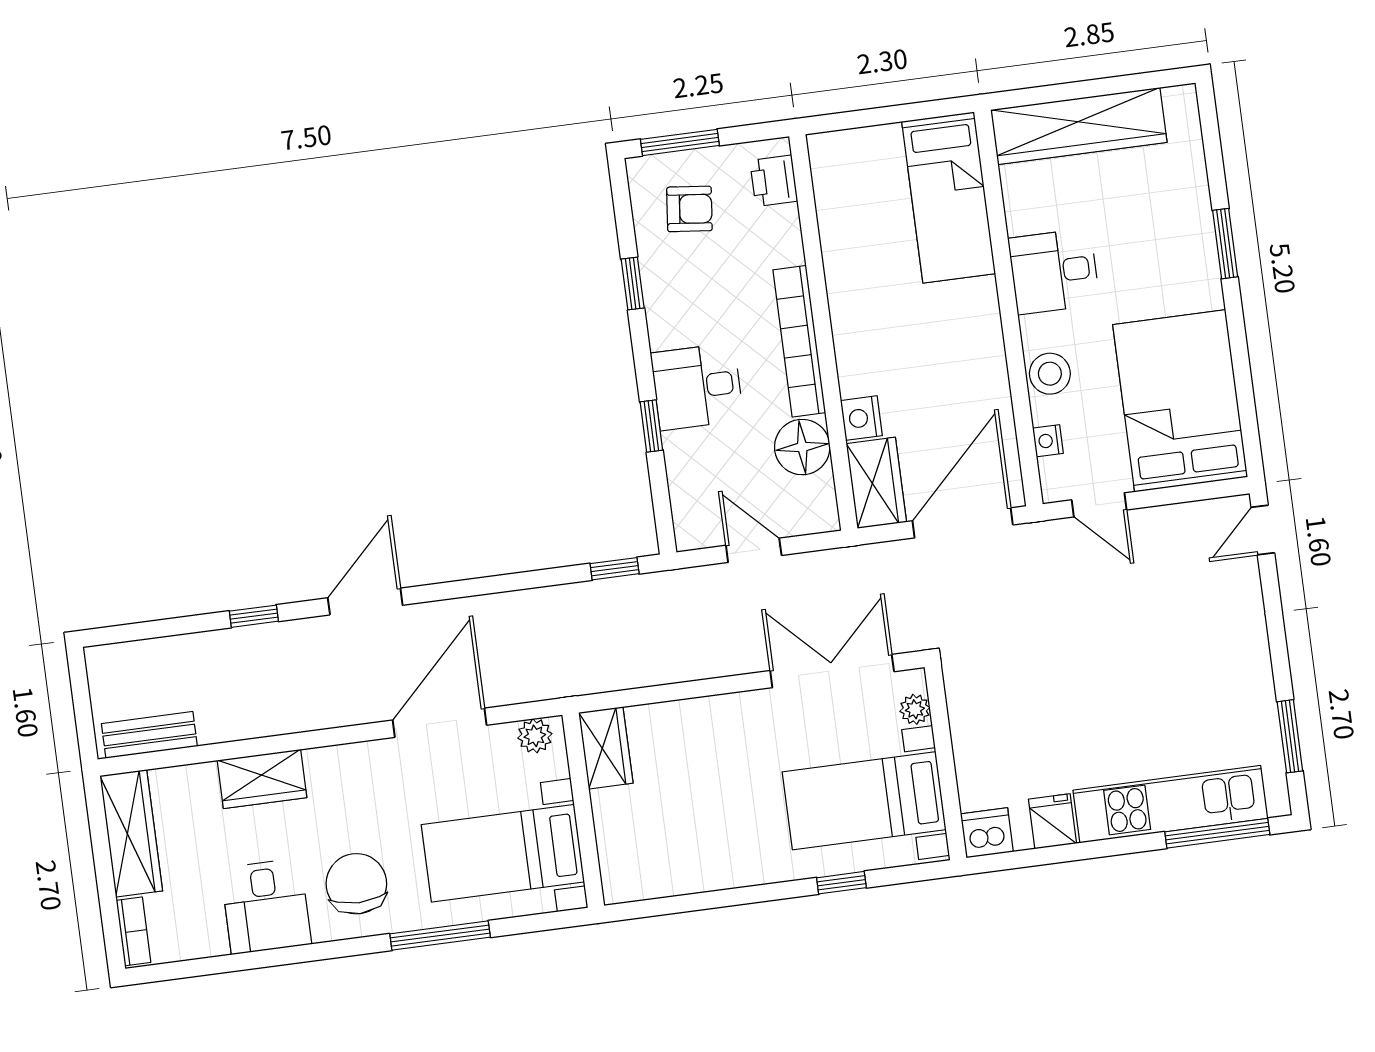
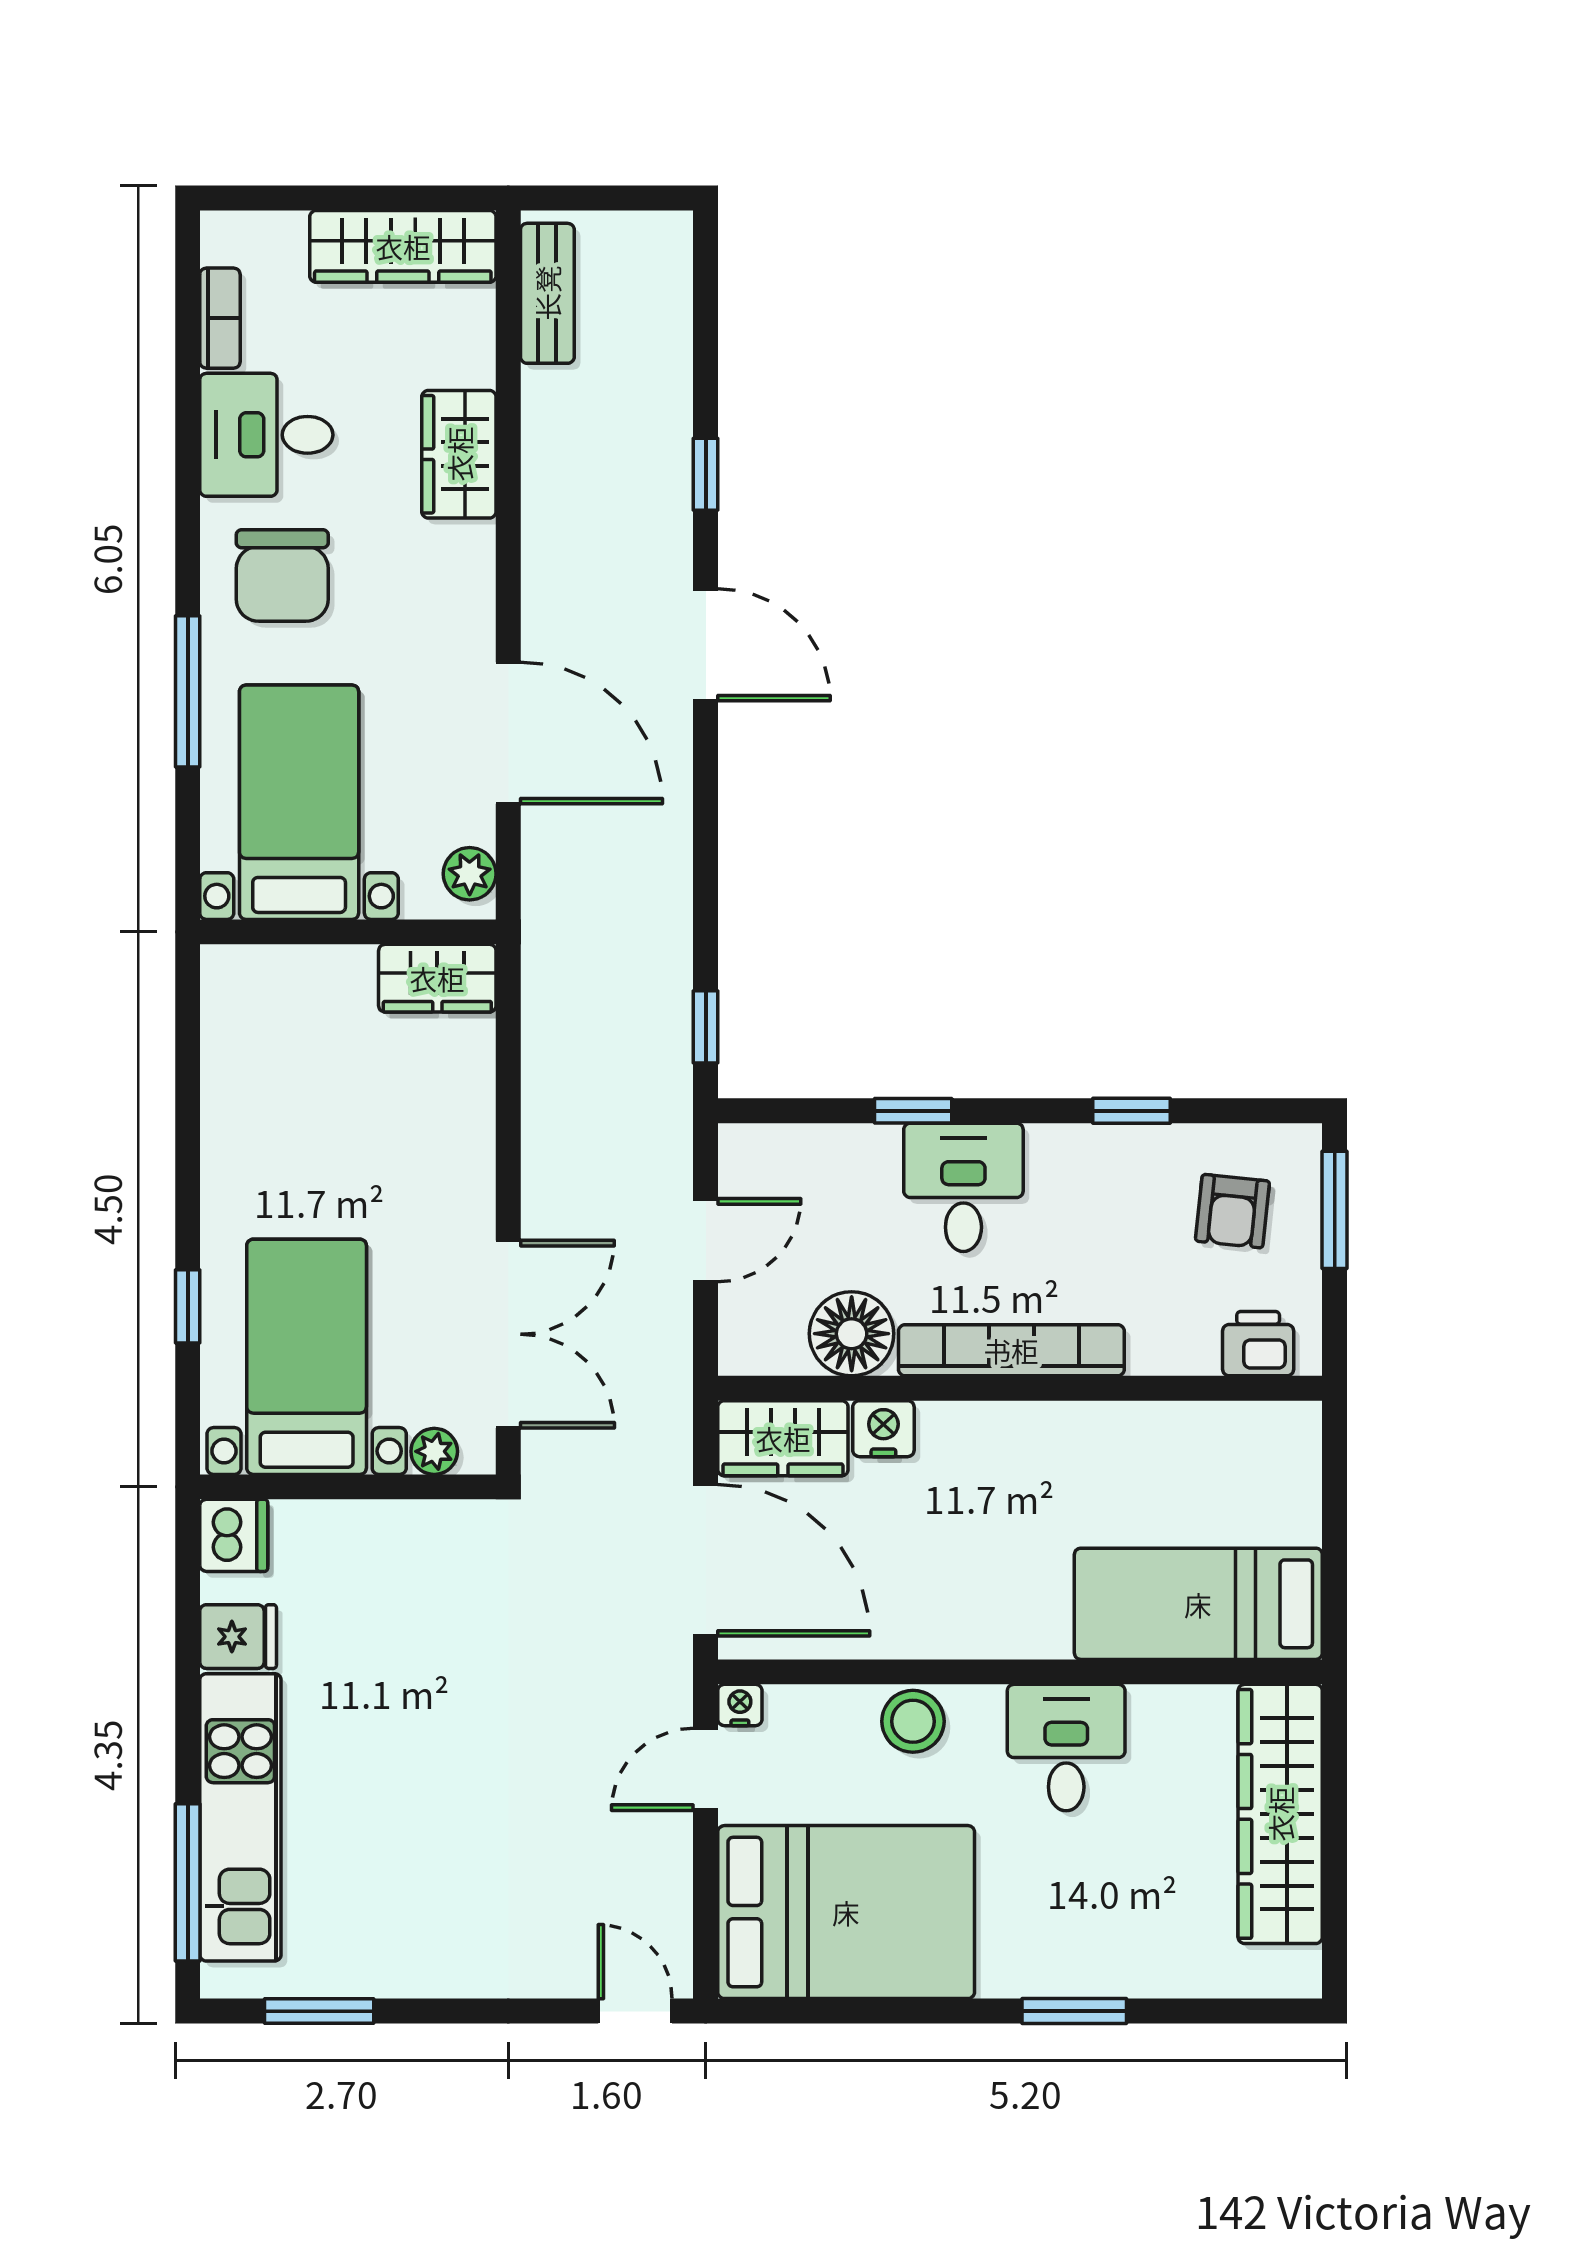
nightstand: (1048, 441) -> (740, 1705), moved
chair: (356, 884) -> (282, 576), turned 90
bookcase: (134, 931) -> (220, 318), moved, turned -90

